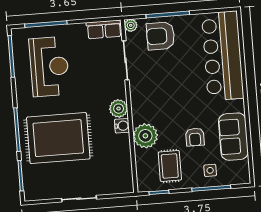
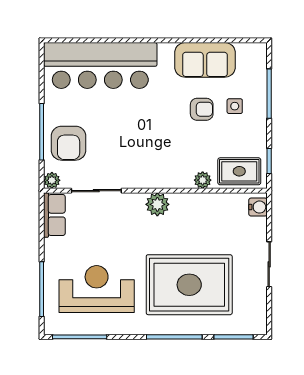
water cooler: (122, 126) -> (258, 207), moved, turned 90
plant: (145, 136) -> (203, 180), width x0.53, depth x0.53
rug: (58, 138) -> (189, 285), turned 90
rug: (170, 166) -> (239, 171), moved
side table: (210, 170) -> (235, 106), moved

